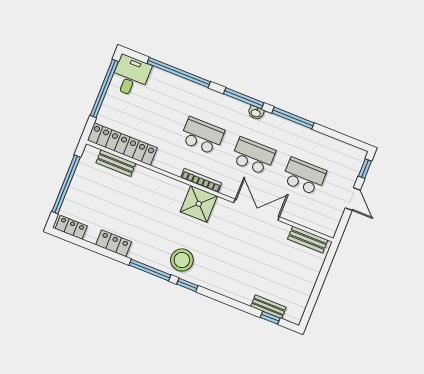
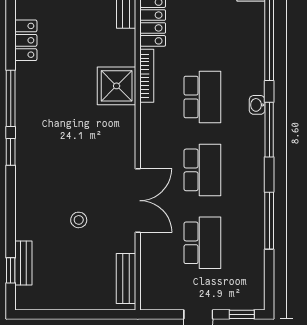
washbasin: (256, 113) -> (257, 105), moved
window: (293, 118) -> (269, 221), moved
bookcase: (201, 180) -> (147, 76), moved
shower: (199, 204) -> (117, 86), moved
stool: (182, 260) -> (79, 220), moved, width x0.53, depth x0.53

